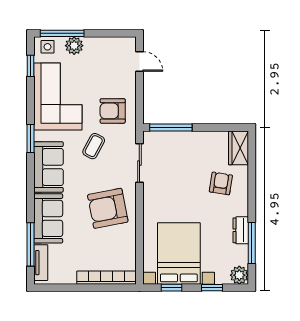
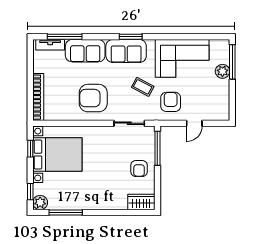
side table: (48, 47) -> (222, 50), removed
door: (139, 61) -> (194, 123), moved
window: (31, 66) -> (206, 37), removed
window: (31, 139) -> (131, 37), moved
armchair: (221, 183) -> (139, 169), moved, turned 81
armchair: (108, 208) -> (93, 98), turned -79
dresser: (241, 230) -> (76, 204), removed
window: (212, 288) -> (30, 192), moved

